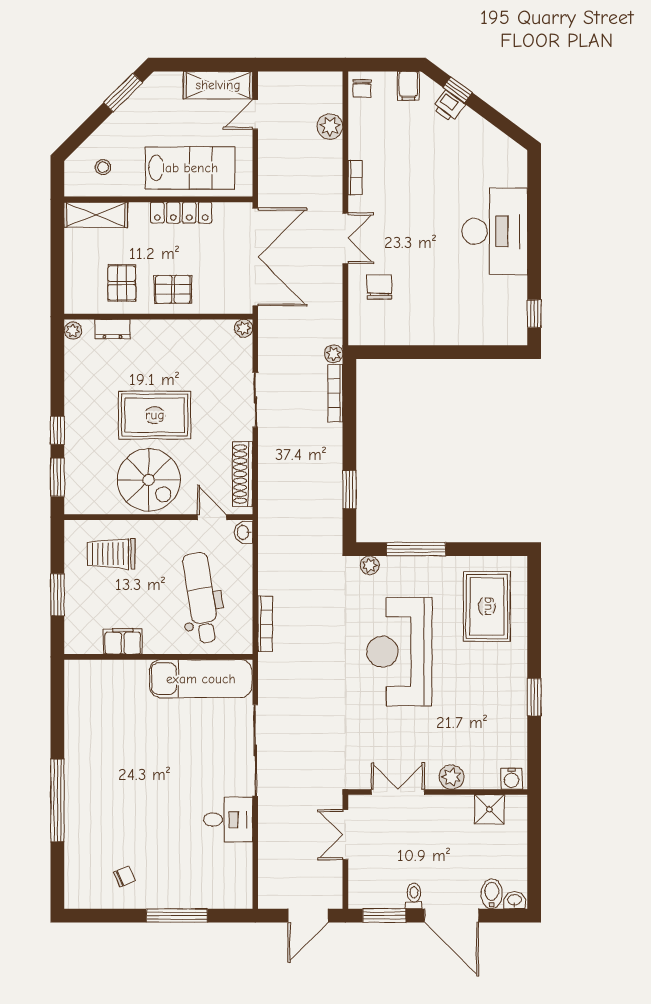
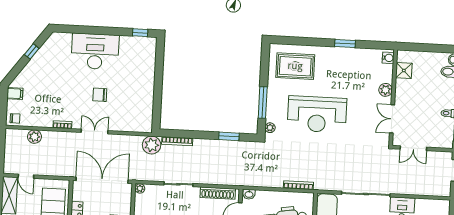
window: (458, 90) -> (32, 51), moved
printer: (449, 106) -> (27, 72), removed
chair: (379, 287) -> (100, 95), moved
plant: (334, 354) -> (152, 145), width x1.87, depth x1.87

